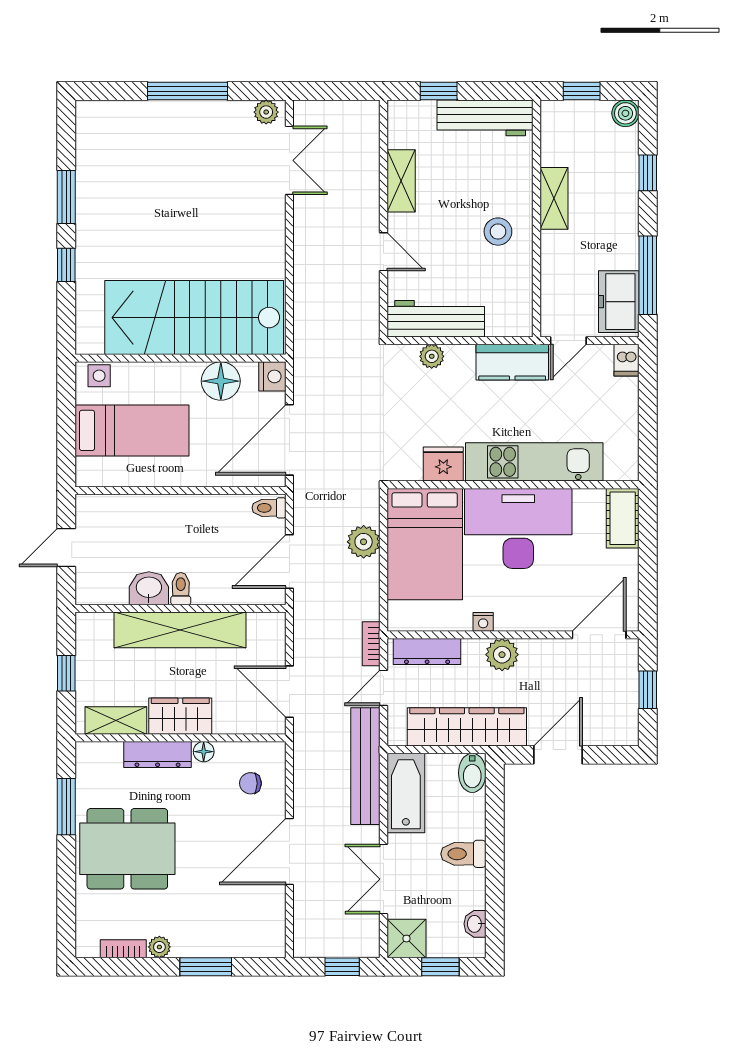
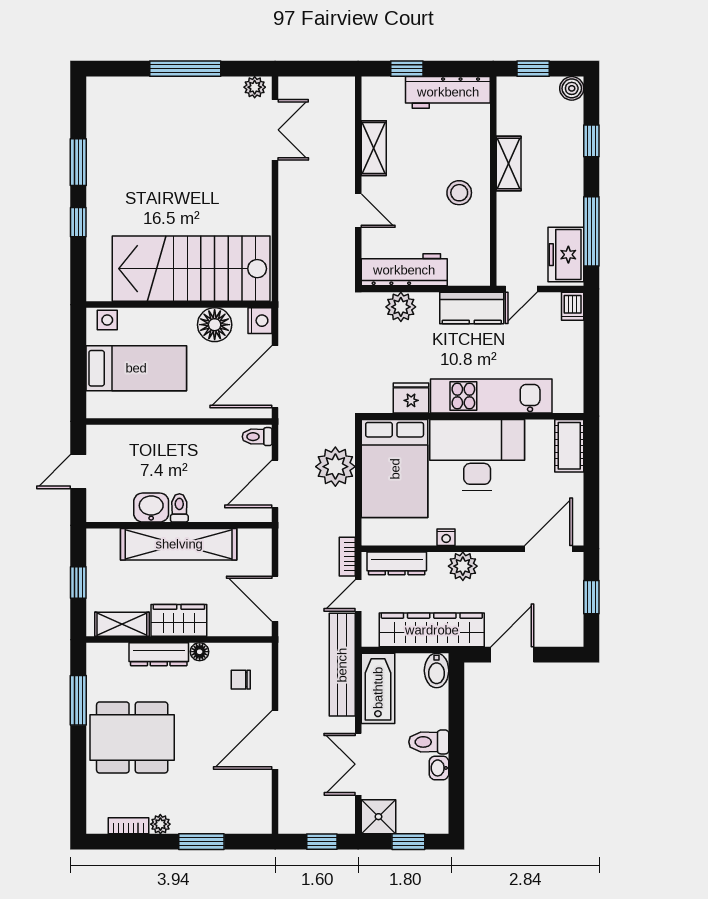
plant: (432, 356) -> (401, 307), width x1.38, depth x1.38
plant: (364, 542) -> (335, 467), width x1.36, depth x1.36
washbasin: (475, 924) -> (439, 768), moved

